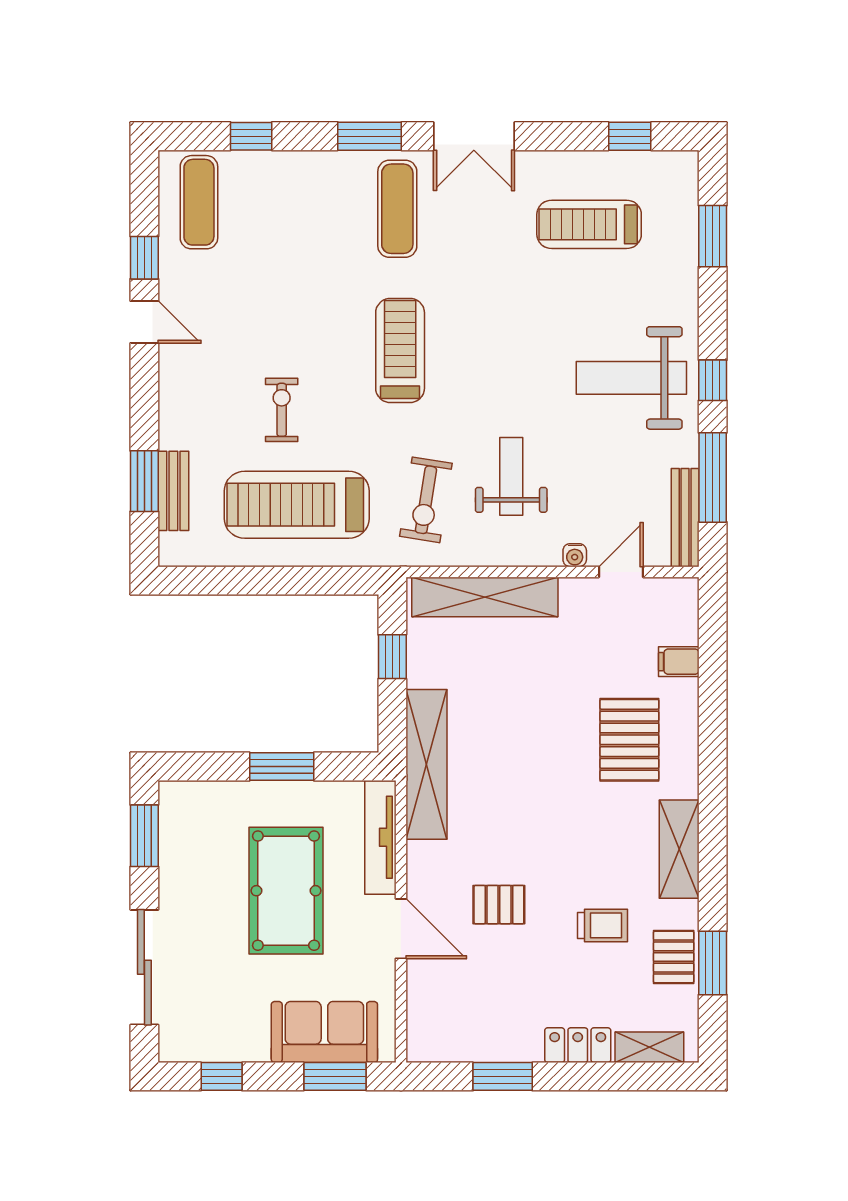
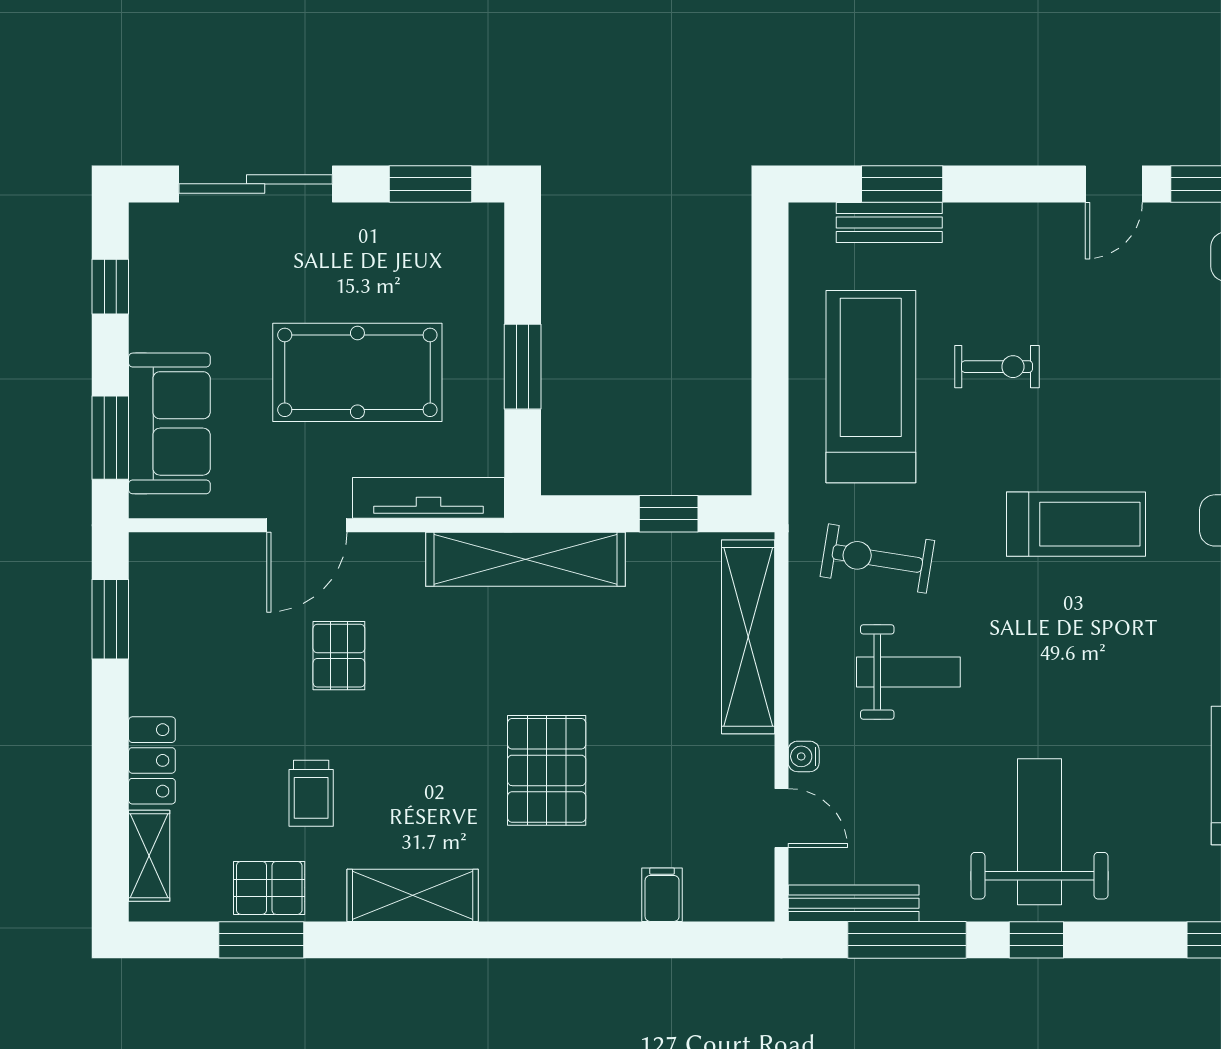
pallet: (629, 740) -> (547, 770), moved, turned 90
window: (503, 1076) -> (110, 619), moved

